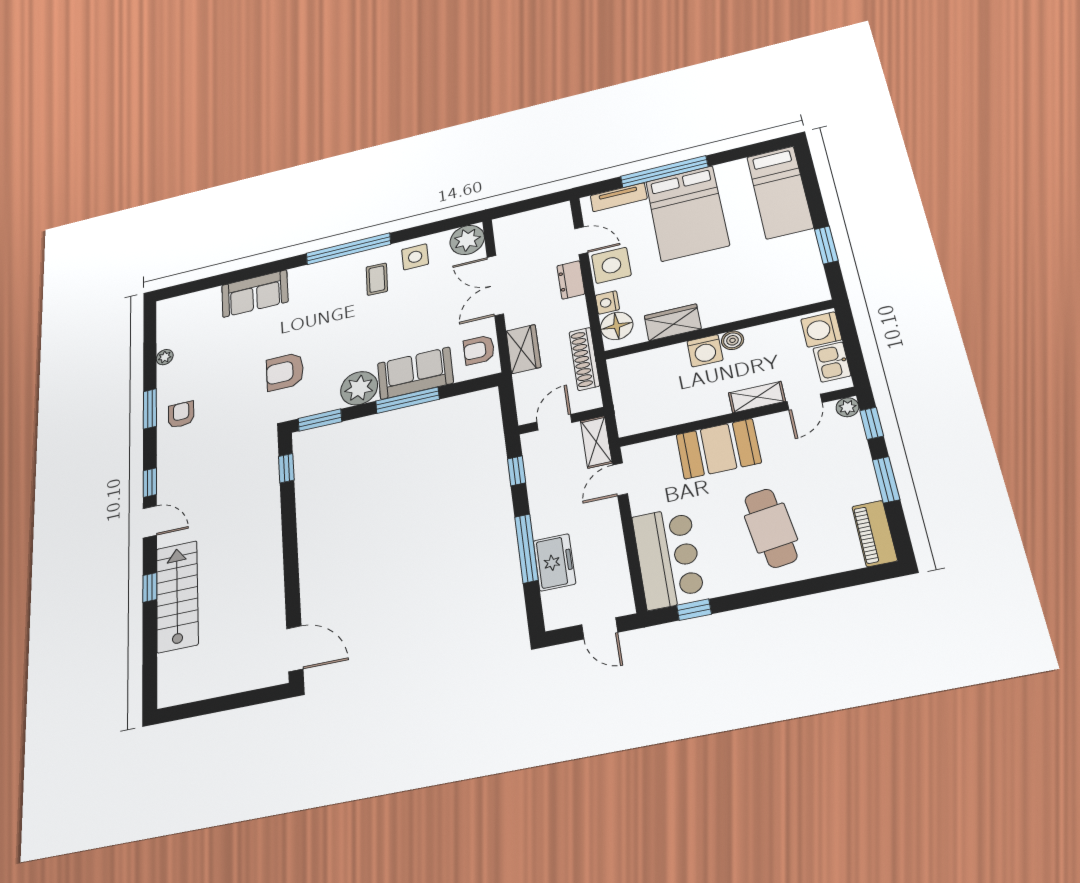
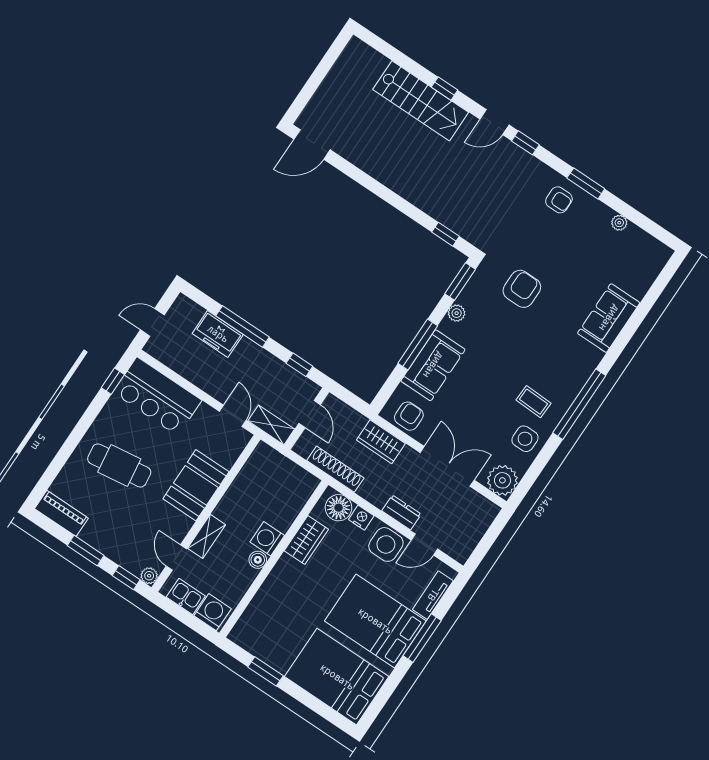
window: (664, 172) -> (422, 638), width x0.68
bed: (780, 192) -> (337, 677), width x1.50
plant: (359, 388) -> (457, 313), width x0.53, depth x0.53

